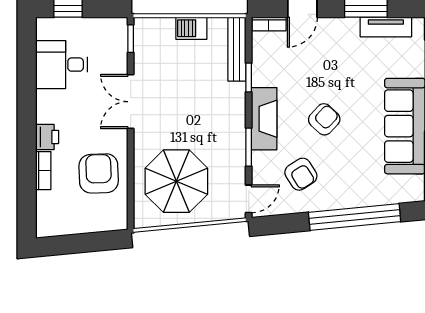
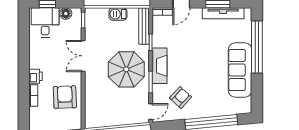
floor lamp: (100, 27) -> (66, 14), added
tv unit: (386, 27) -> (223, 13), width x1.41
desk: (62, 65) -> (45, 22), moved, turned 90
armchair: (324, 119) -> (194, 66), removed
armchair: (301, 174) -> (181, 97), turned -105
parasol: (176, 181) -> (126, 69), moved

